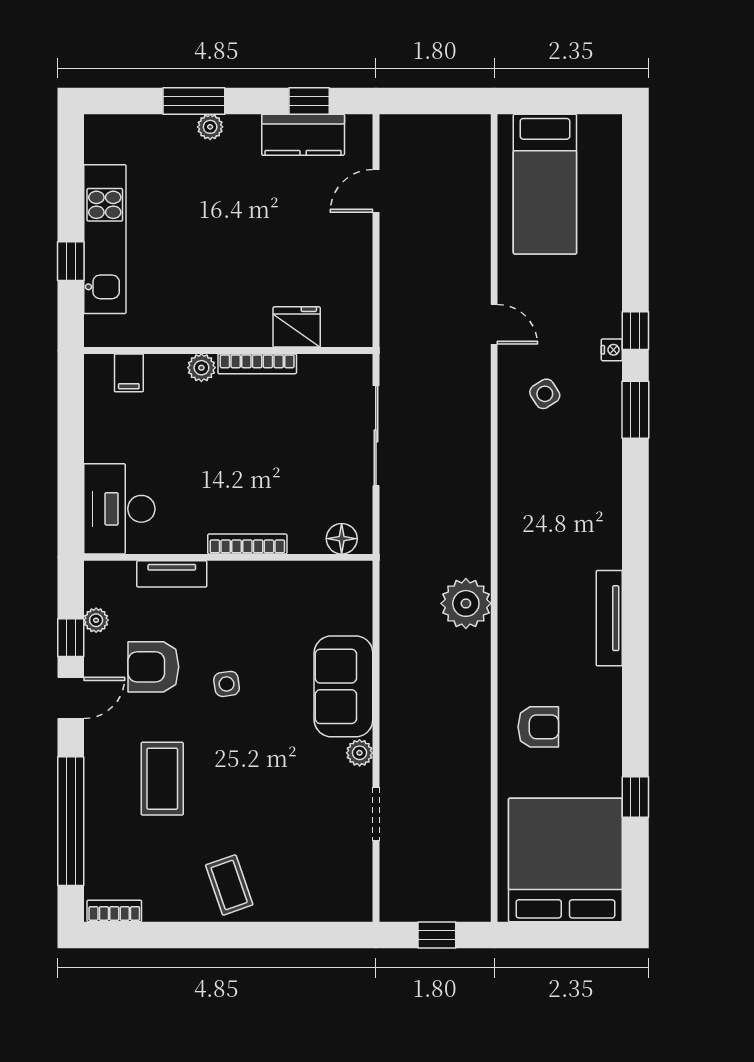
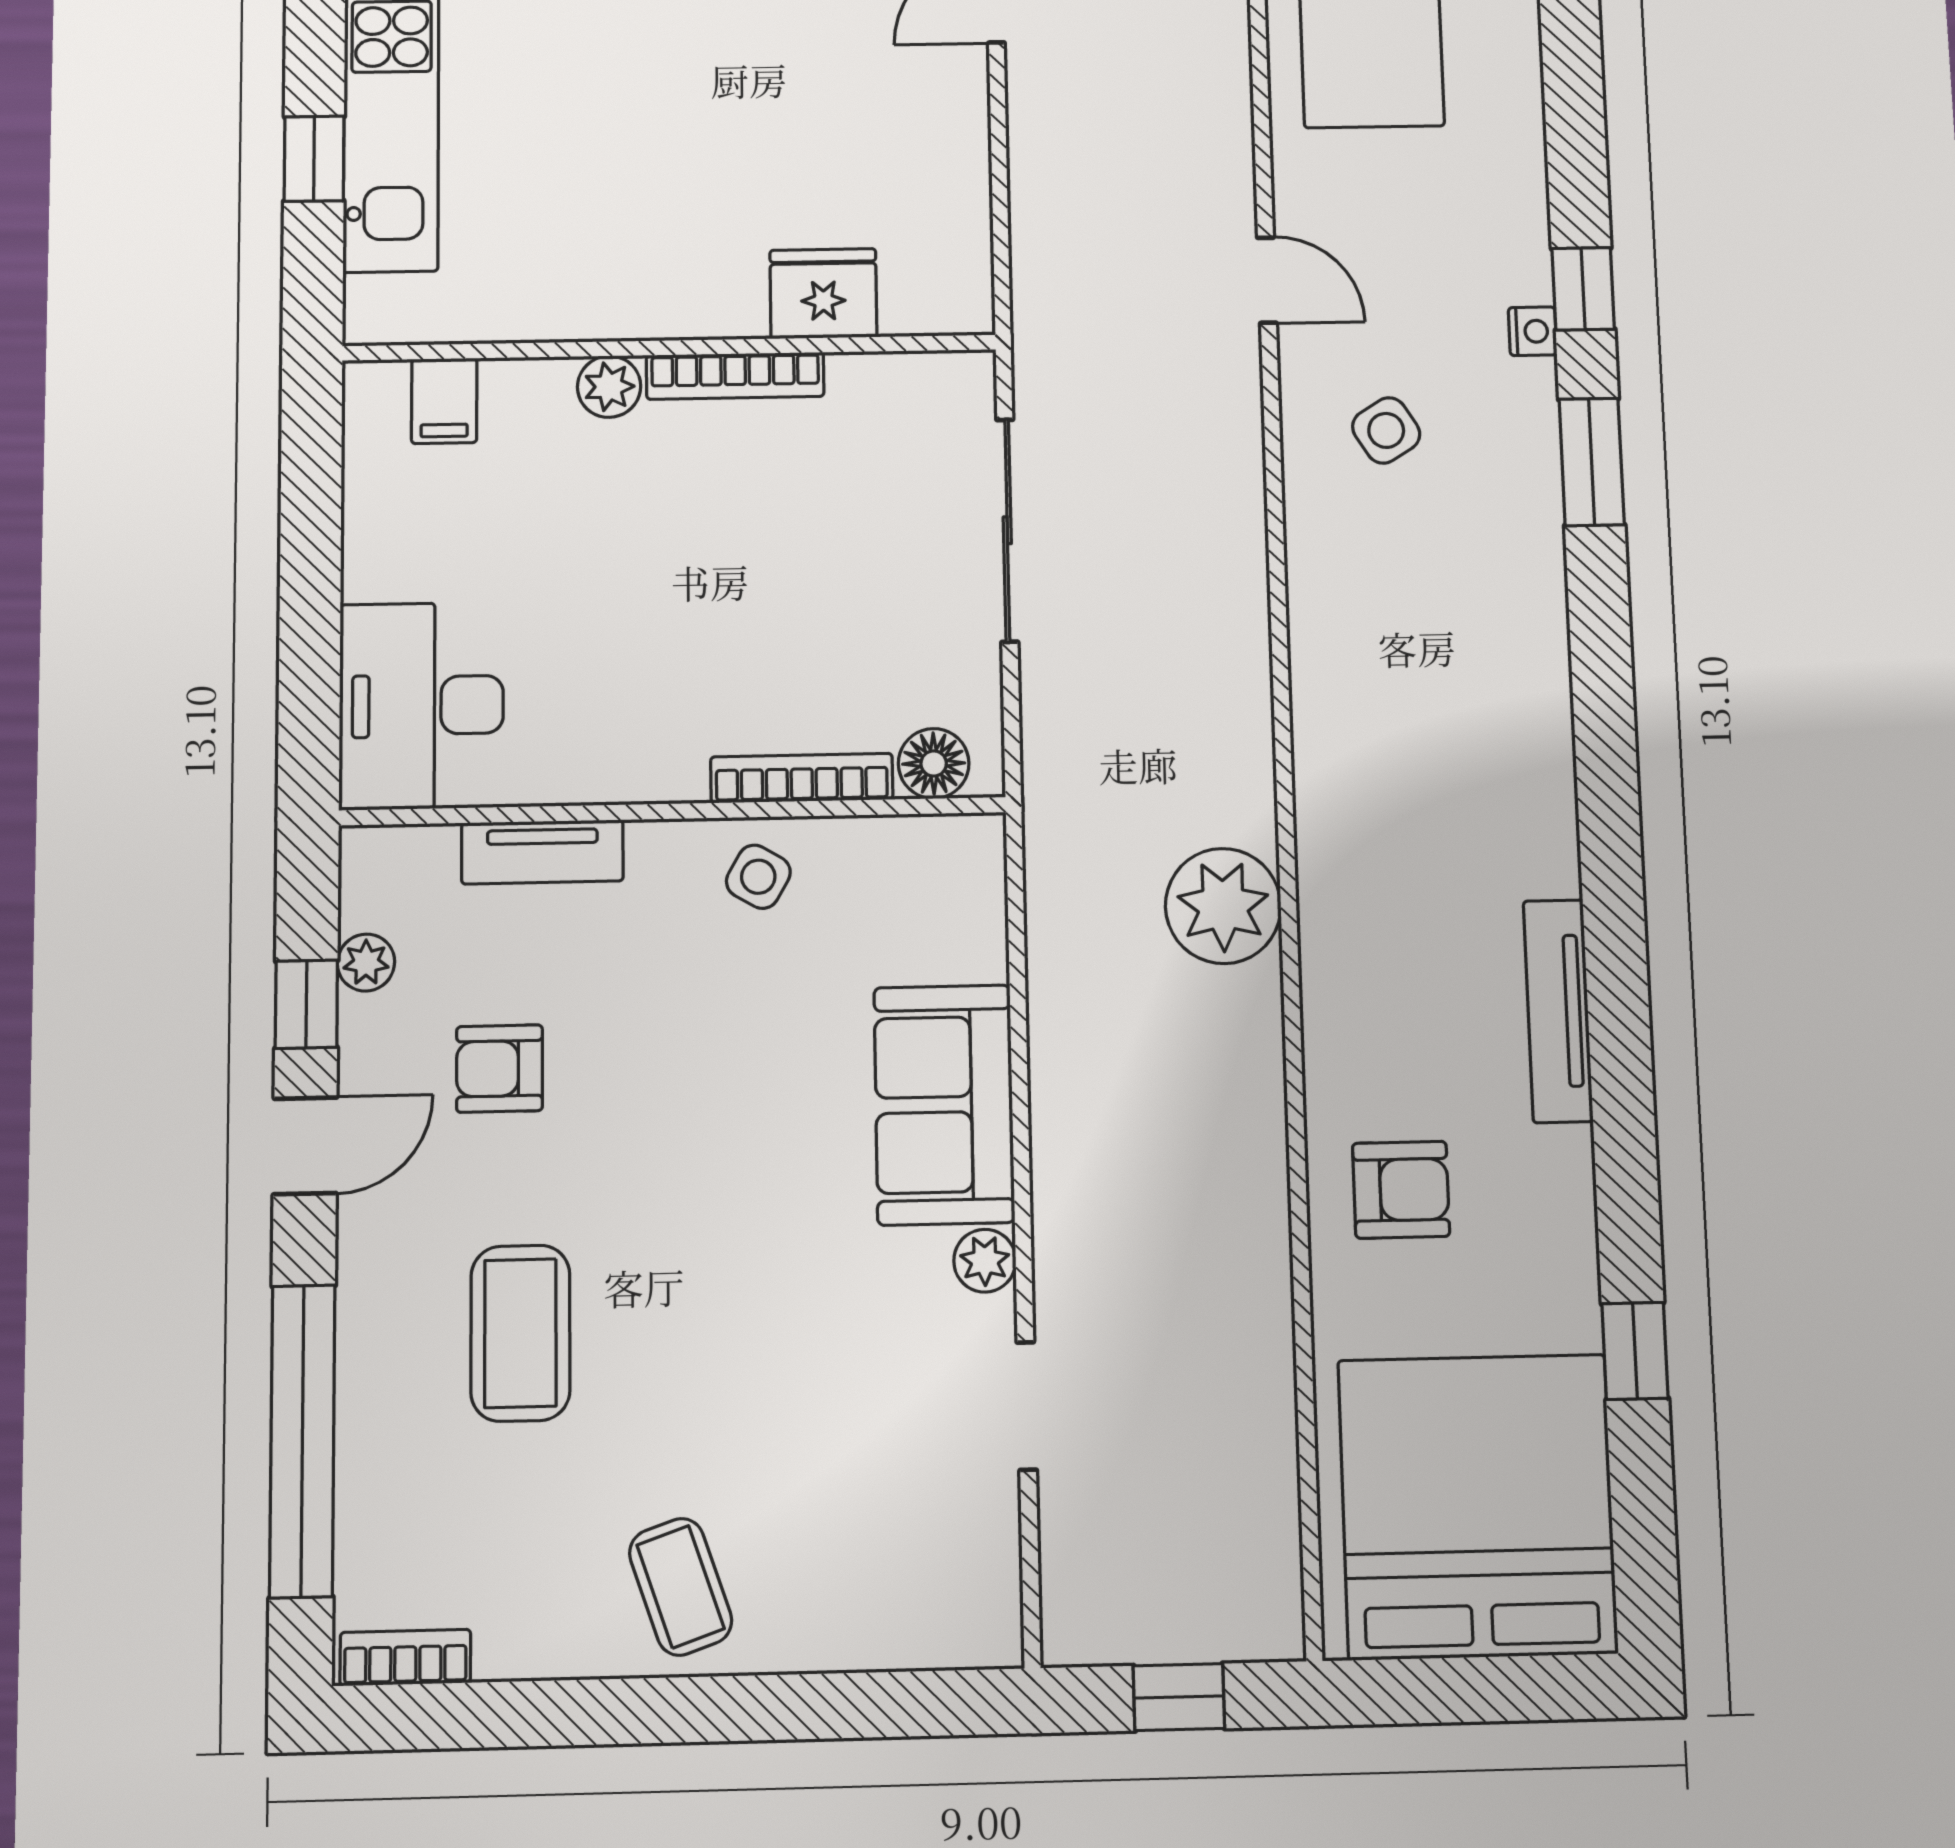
bookcase: (247, 544) -> (802, 778), moved
tv unit: (609, 618) -> (1558, 1011), moved
armchair: (153, 667) -> (499, 1069), width x0.72, depth x0.72
side table: (227, 684) -> (758, 877), moved, turned 38

